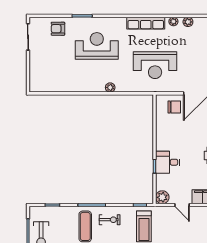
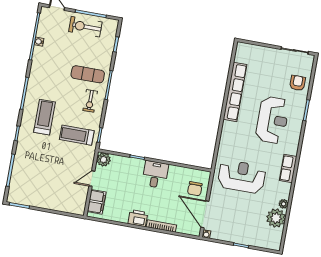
plant: (188, 22) -> (276, 218), width x1.88, depth x1.88
row of seats: (146, 23) -> (288, 169), width x0.68
reception desk: (155, 65) -> (242, 177), turned 90
row of seats: (77, 86) -> (235, 92), added
plant: (110, 87) -> (227, 126), removed
desk: (168, 162) -> (155, 174), moved

